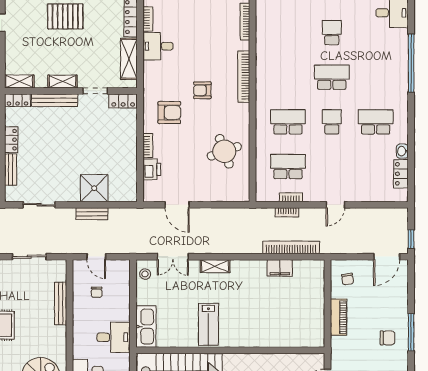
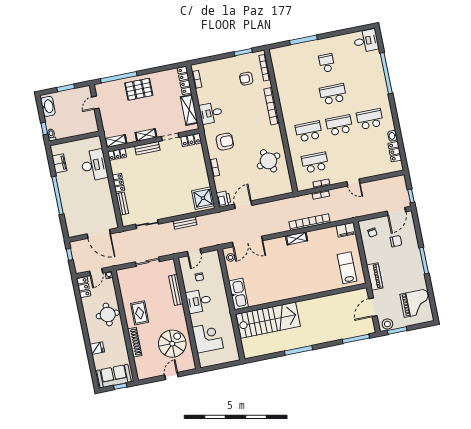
desk: (158, 46) -> (211, 113), moved
armchair: (202, 90) -> (246, 79), moved
bench: (55, 100) -> (147, 148), width x0.73
school desk: (332, 122) -> (339, 125), width x1.85
printer: (152, 169) -> (224, 199), moved
shower: (94, 188) -> (203, 198), moved
door: (177, 205) -> (243, 205), swing flipped
door: (335, 205) -> (353, 183), hinge flipped
bookcase: (291, 247) -> (310, 222), moved
door: (96, 257) -> (194, 252), hinge flipped
double door: (173, 257) -> (247, 241), width x1.37
shelving: (215, 266) -> (297, 238), moved
filing cabinet: (280, 268) -> (346, 230), moved
piano: (339, 317) -> (375, 276), moved
lab bench: (208, 324) -> (347, 268), moved, turned 180
desk: (113, 337) -> (199, 301), moved, turned 180
chair: (387, 338) -> (396, 241), moved

